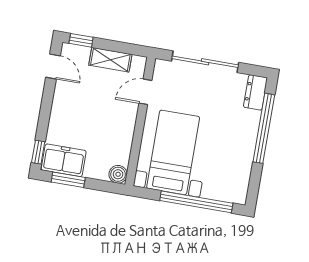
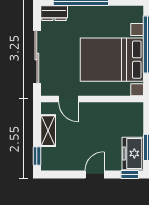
door: (53, 66) -> (95, 174), moved
bed with nightstands: (173, 152) -> (112, 60), width x1.36
boiler: (118, 174) -> (136, 109), removed

